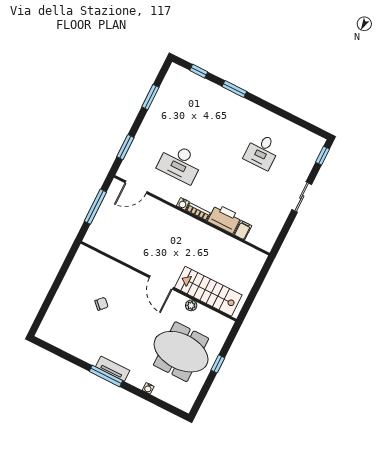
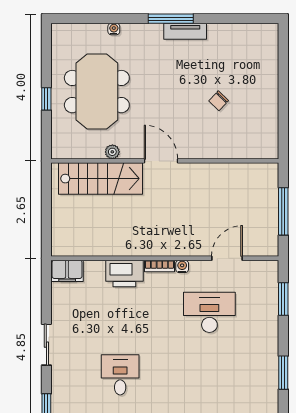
door: (136, 187) -> (227, 258), moved
filing cabinet: (243, 230) -> (67, 271), moved, width x2.00
meeting table: (181, 352) -> (97, 92), turned 90
tv unit: (113, 369) -> (185, 31), moved

